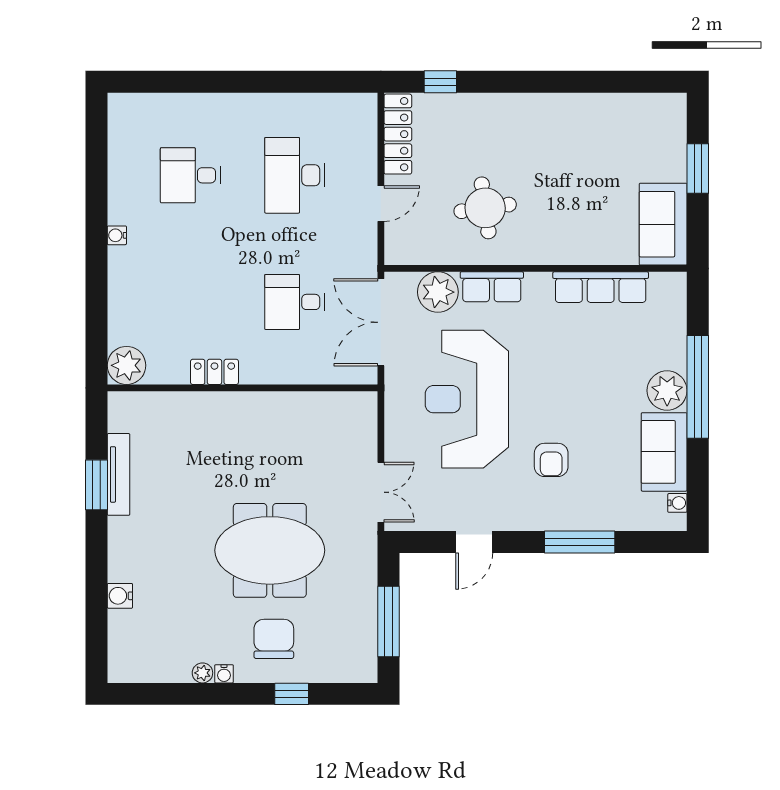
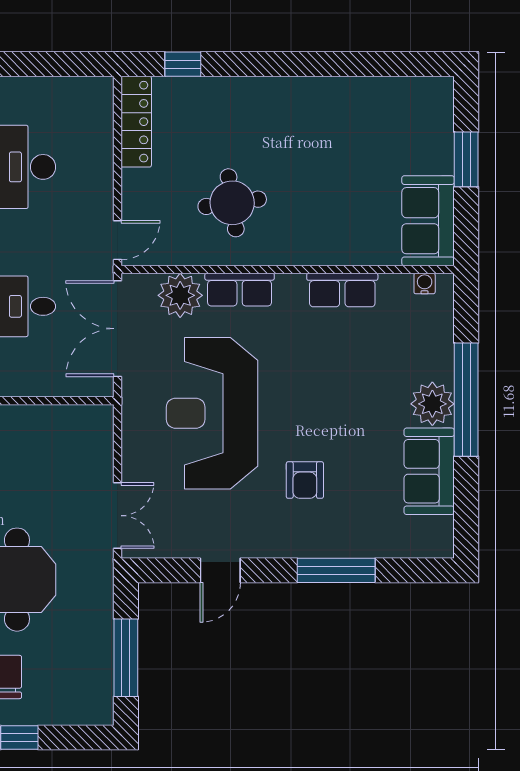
door: (381, 204) -> (117, 240), moved
row of seats: (601, 287) -> (342, 290), width x0.68
water cooler: (677, 503) -> (425, 283), moved, turned -90

